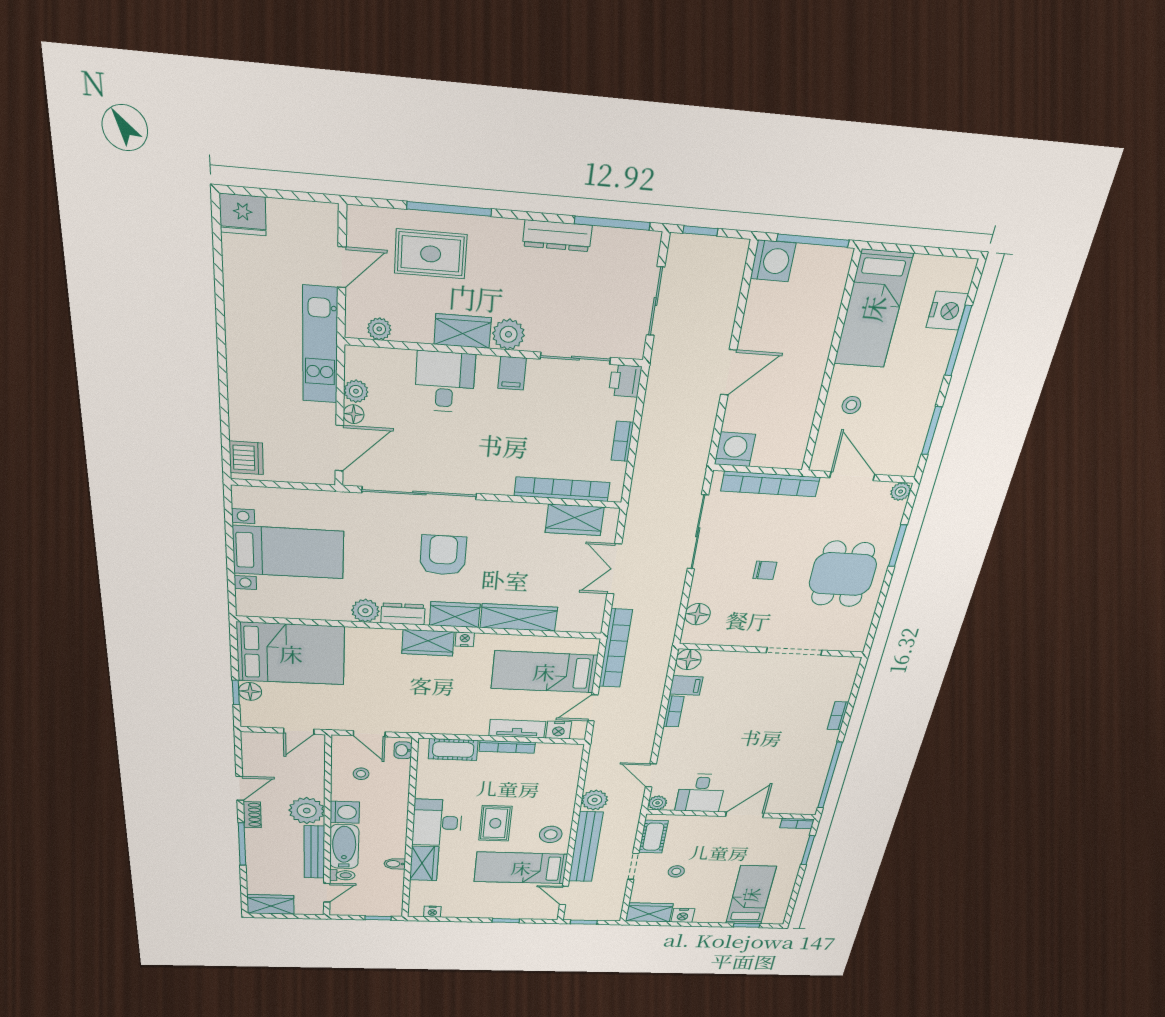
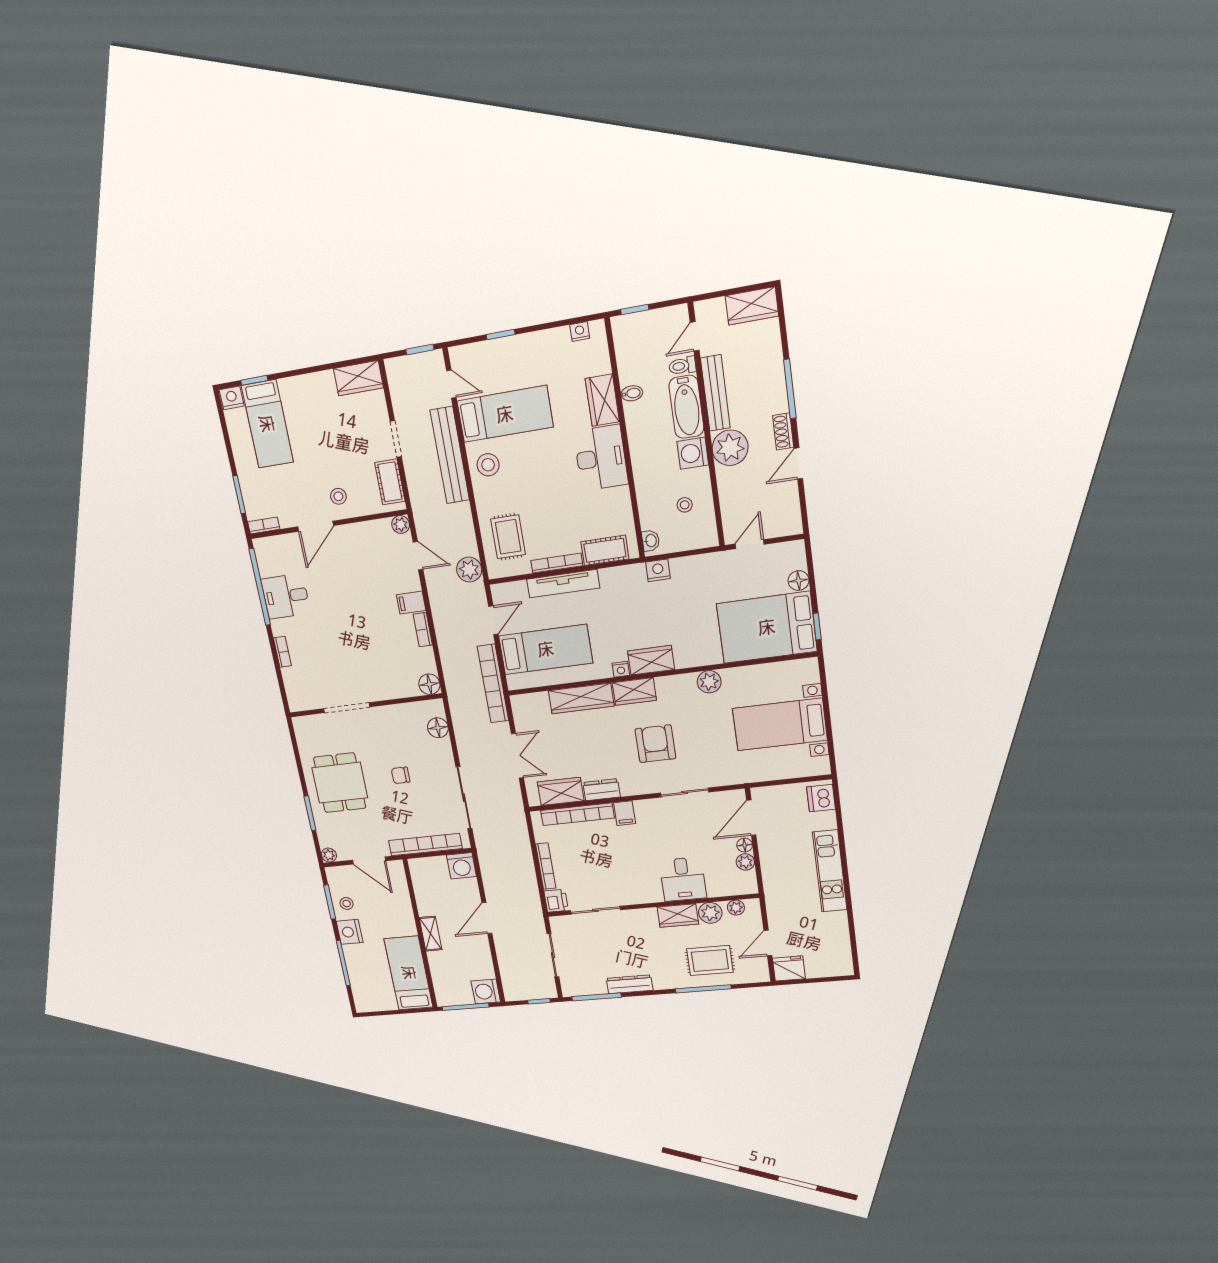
fridge: (243, 215) -> (789, 968), moved
nightstand: (947, 311) -> (350, 932), moved
plant: (508, 334) -> (710, 913), moved
kitchen unit: (320, 345) -> (830, 871), moved, turned 180
shelving: (816, 363) -> (430, 934), added
filing cabinet: (512, 373) -> (625, 813), moved, turned 180
stool: (851, 405) -> (347, 903), moved
bookcase: (622, 441) -> (546, 866), width x1.56
sliding door: (419, 493) -> (684, 793), width x0.54
armchair: (443, 555) -> (655, 744), turned 180
dresser: (403, 614) -> (602, 790), moved, turned 180
filing cabinet: (686, 686) -> (411, 603), moved
window: (236, 692) -> (817, 627), moved
tv unit: (517, 729) -> (563, 584), width x1.41
nightstand: (559, 730) -> (658, 570), moved
door: (369, 734) -> (685, 554), removed
desk: (701, 793) -> (286, 596), moved, turned -90
plant: (595, 800) -> (469, 570), moved
rug: (495, 823) -> (508, 537), moved
stool: (676, 871) -> (338, 496), moved
nightstand: (683, 915) -> (232, 398), moved

